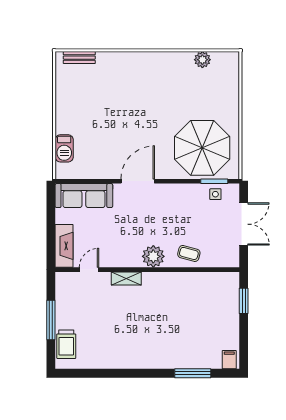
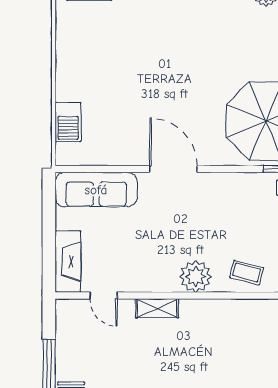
door: (138, 181) -> (173, 169), hinge flipped
door: (89, 270) -> (104, 296), swing flipped

